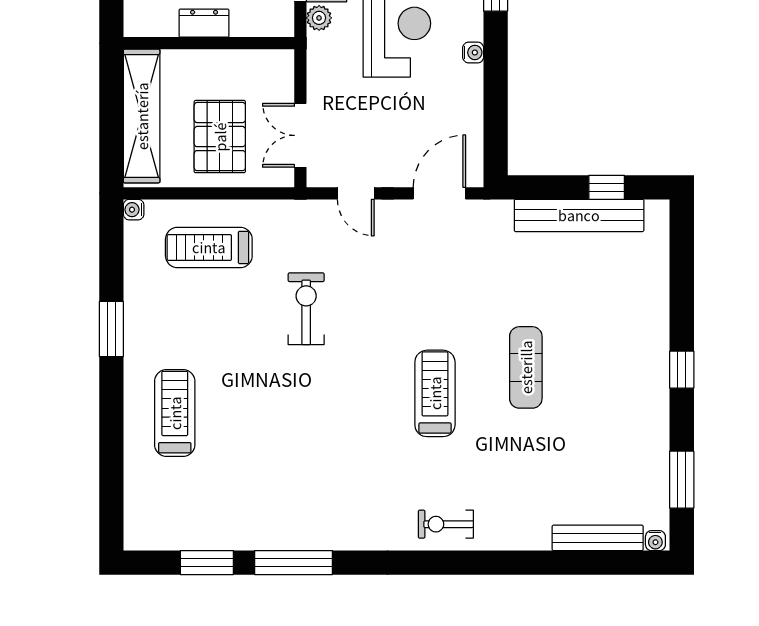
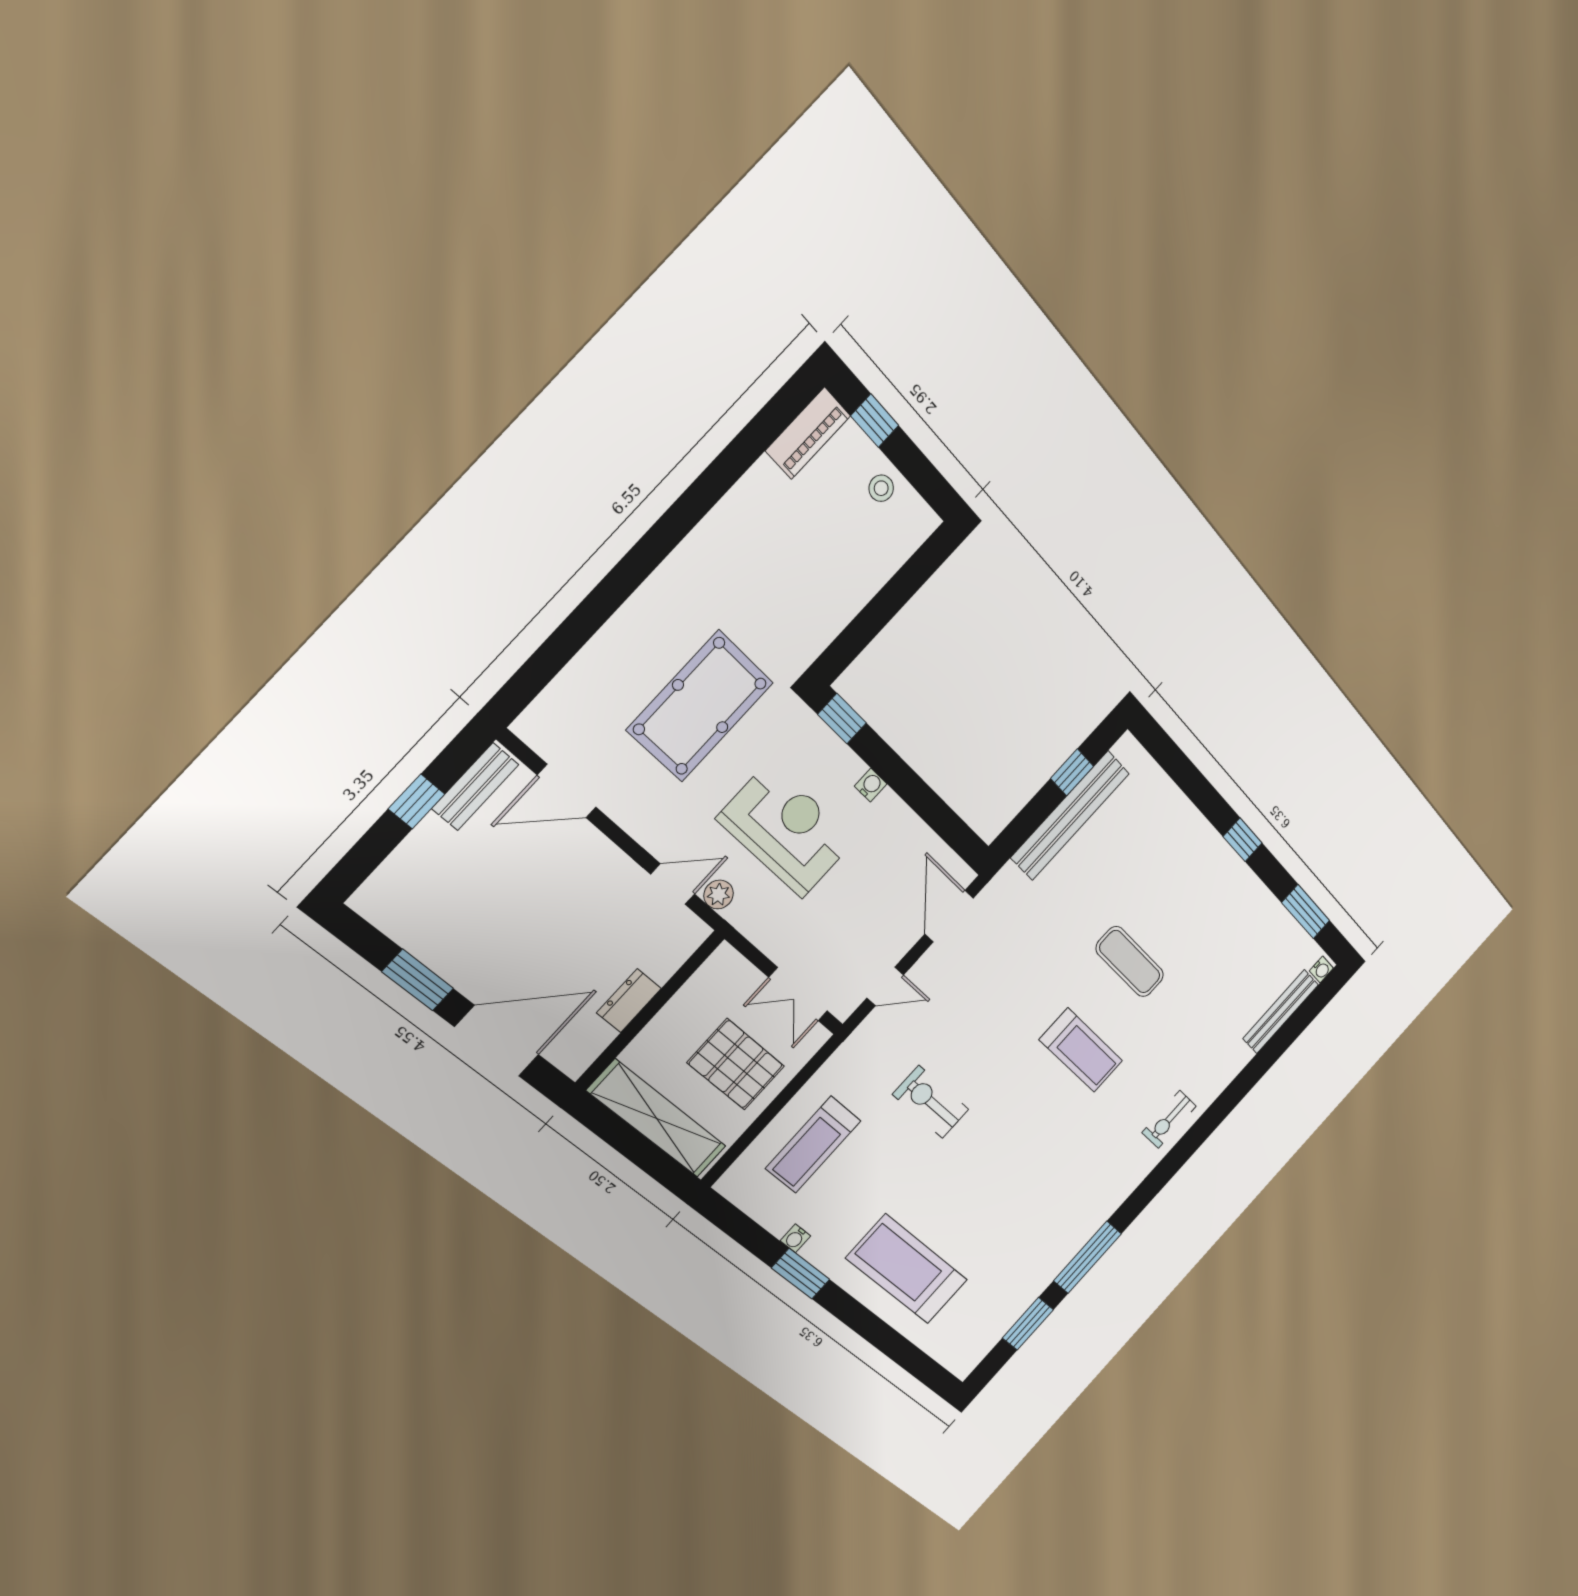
water cooler: (134, 210) -> (795, 1238), moved
treadmill: (435, 393) -> (1081, 1050), turned 180
treadmill: (175, 413) -> (907, 1269), width x1.37, depth x1.38

